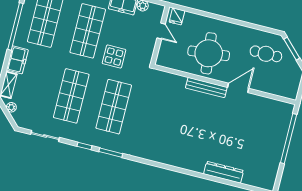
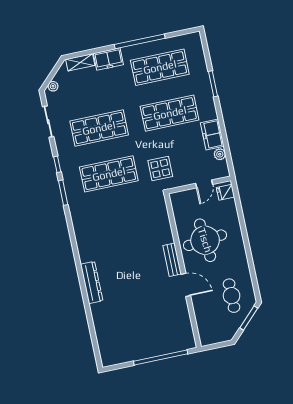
display table: (114, 57) -> (160, 169), moved
bench: (206, 88) -> (172, 260), width x0.73
plant: (11, 107) -> (53, 86), moved
dresser: (224, 172) -> (92, 283), moved

